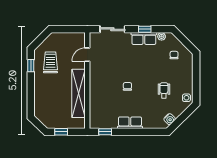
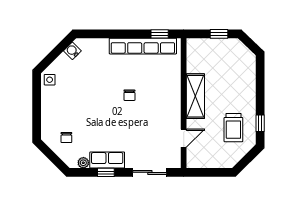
wheelchair: (164, 90) -> (80, 90), removed
shelving: (79, 93) -> (195, 96), width x0.68
row of seats: (130, 123) -> (143, 46), width x2.02

